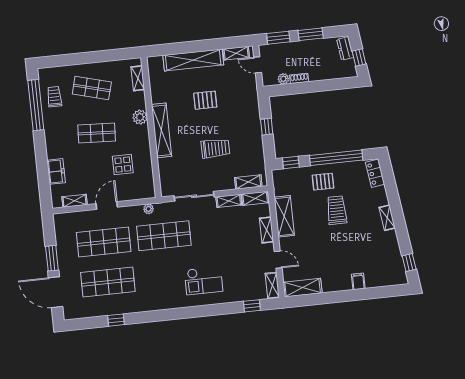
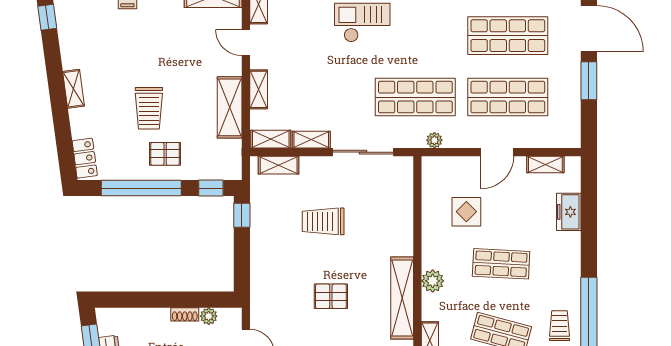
trolley: (54, 97) -> (560, 326), turned 180
window: (267, 127) -> (242, 215), moved
shelving: (161, 130) -> (402, 298), moved

